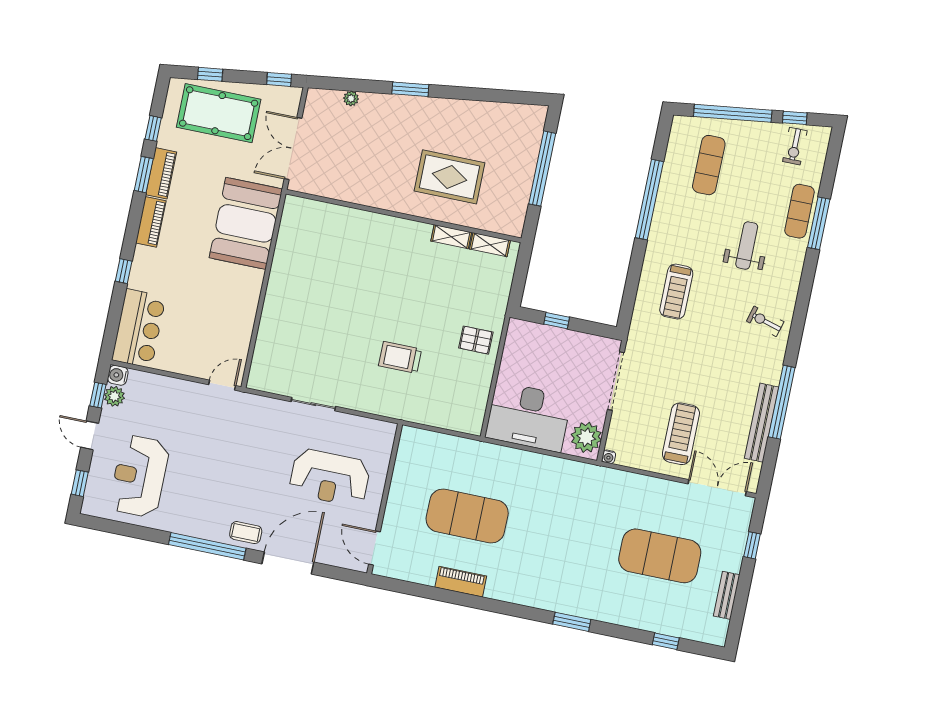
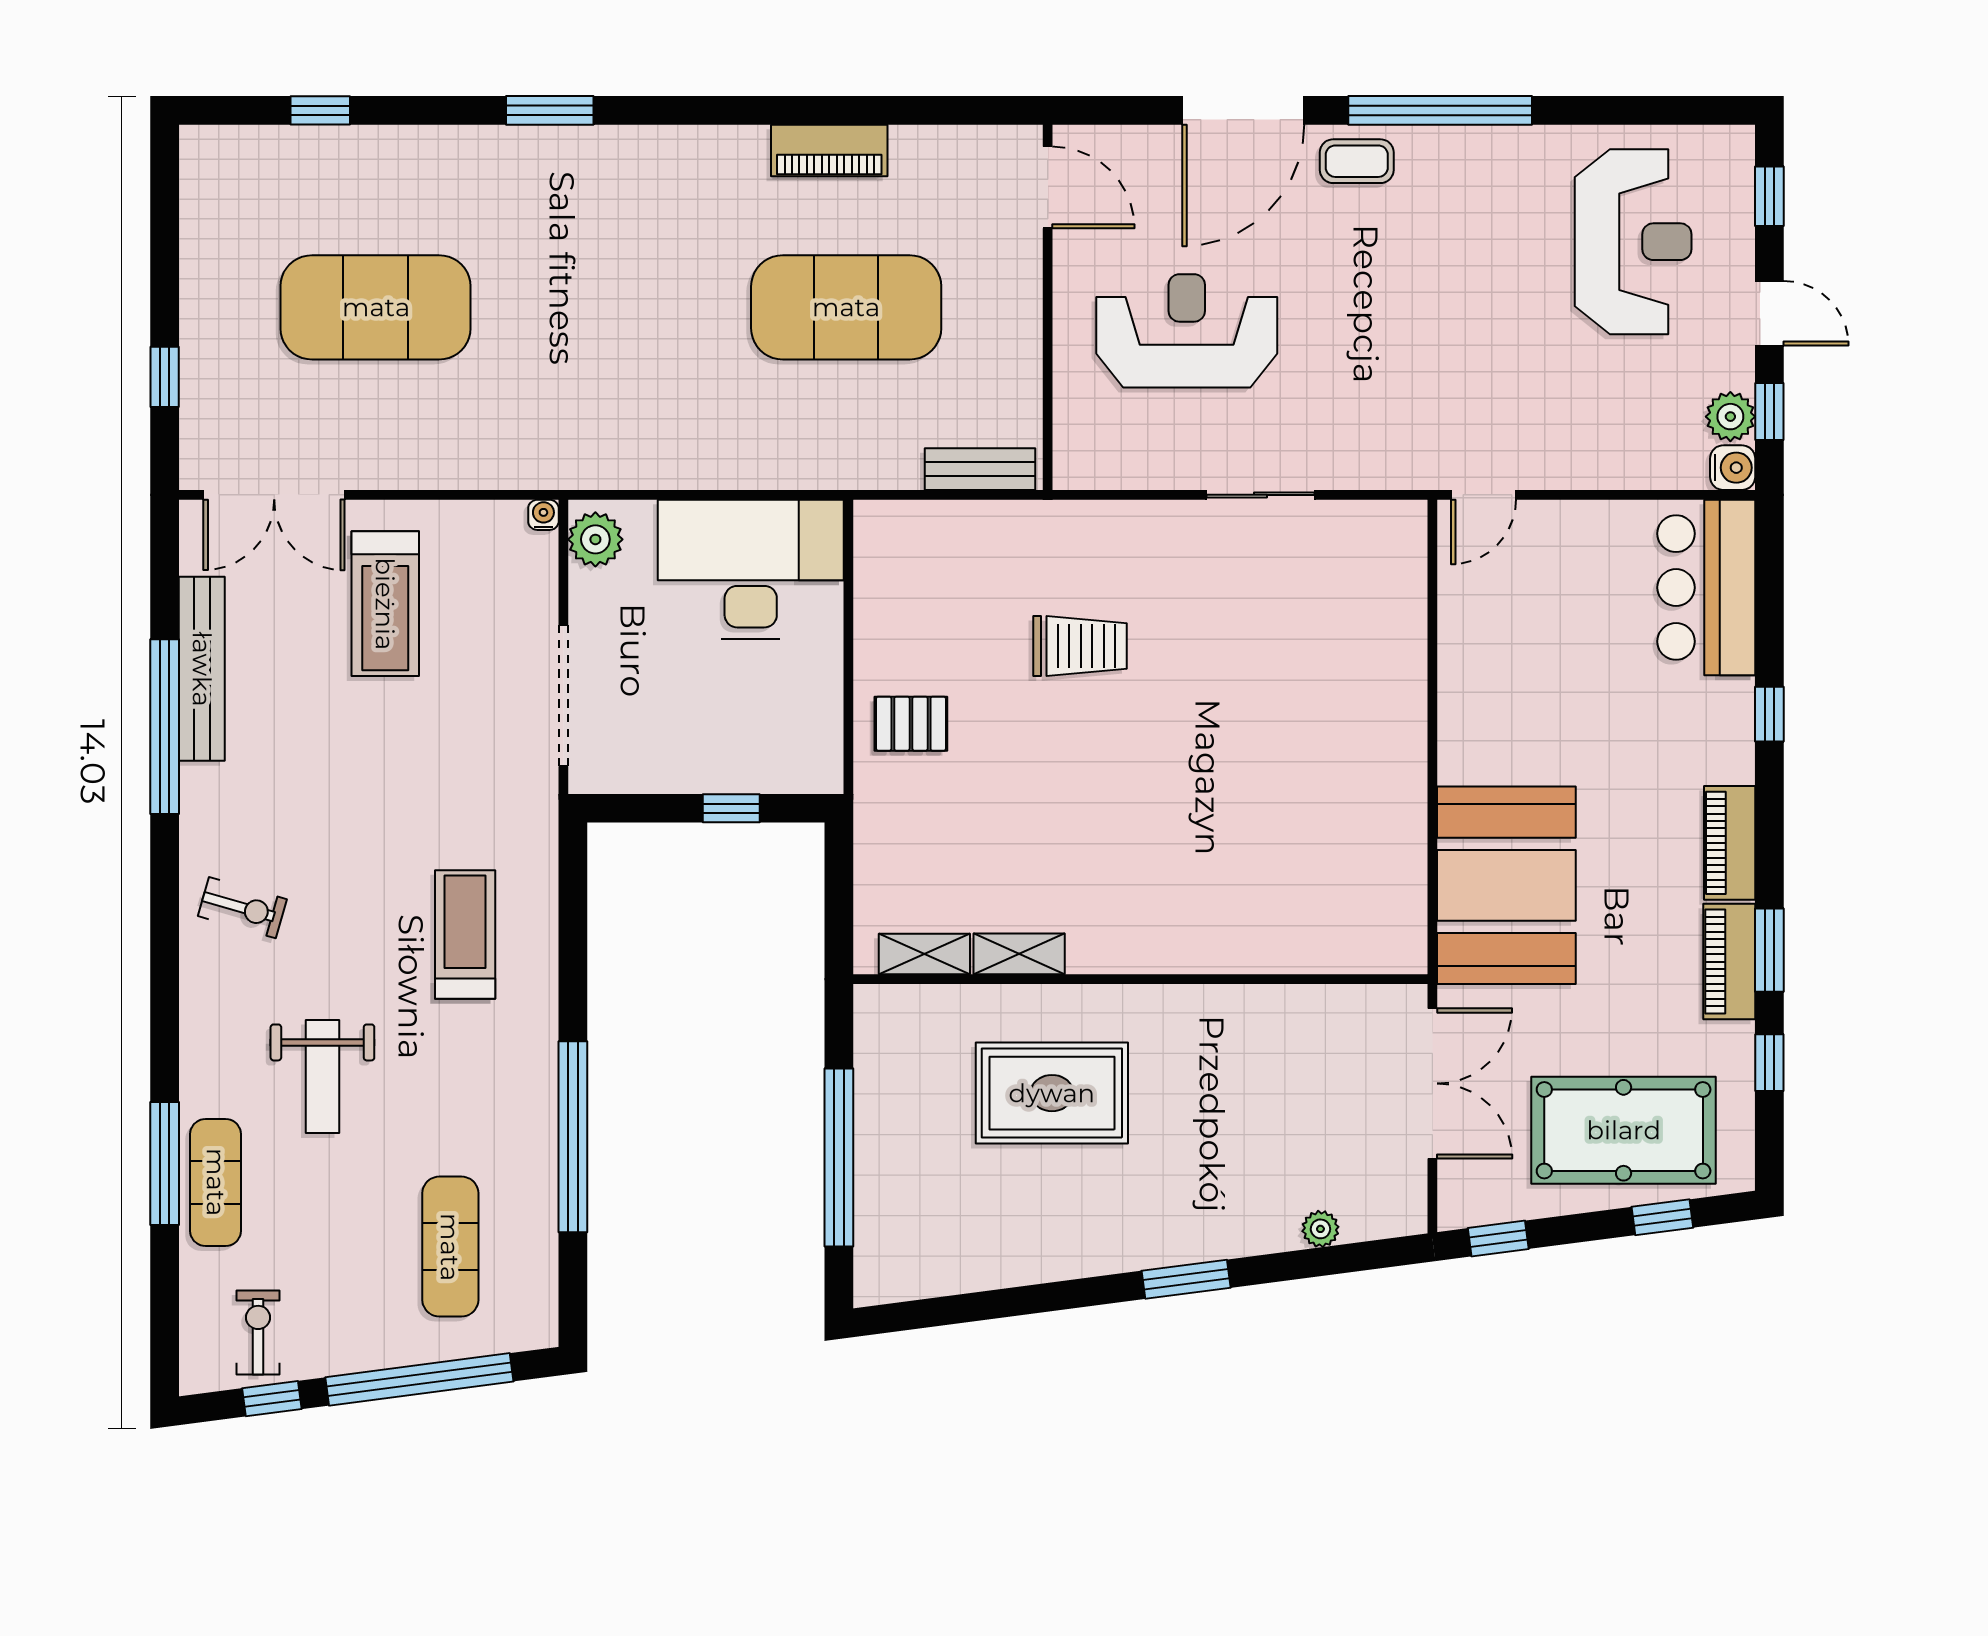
plant: (586, 437) -> (595, 539), width x0.73, depth x0.73
bench: (727, 595) -> (980, 469), moved, turned 90

